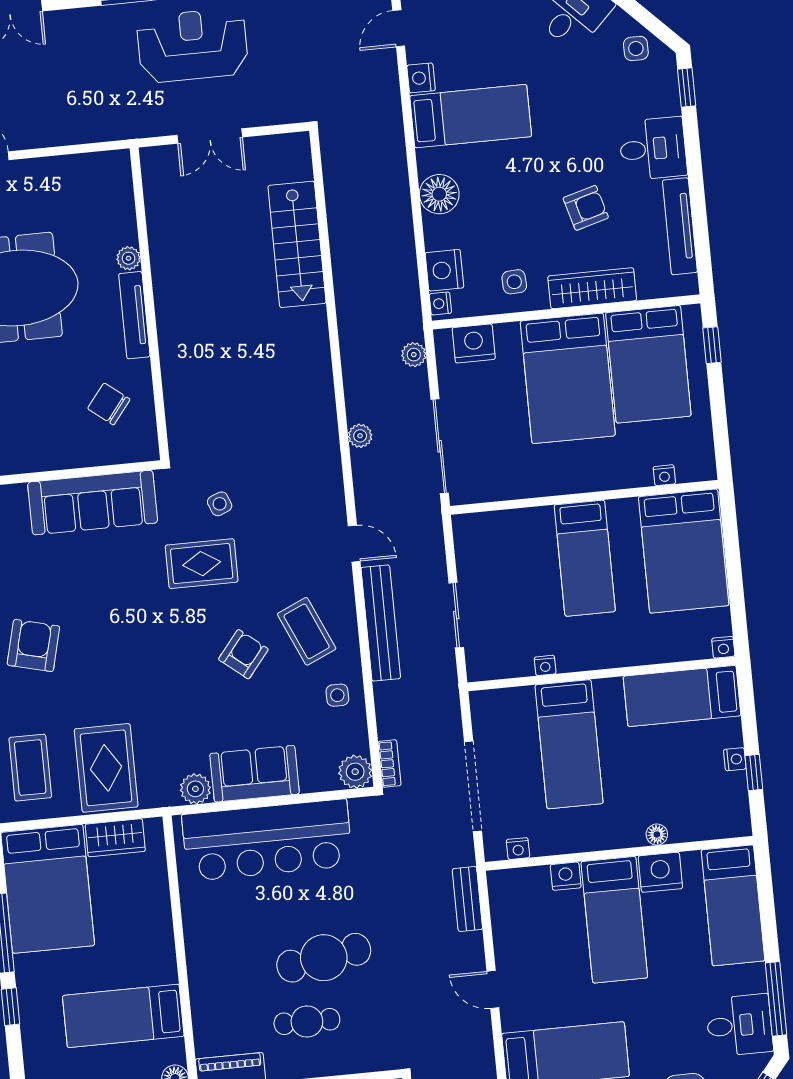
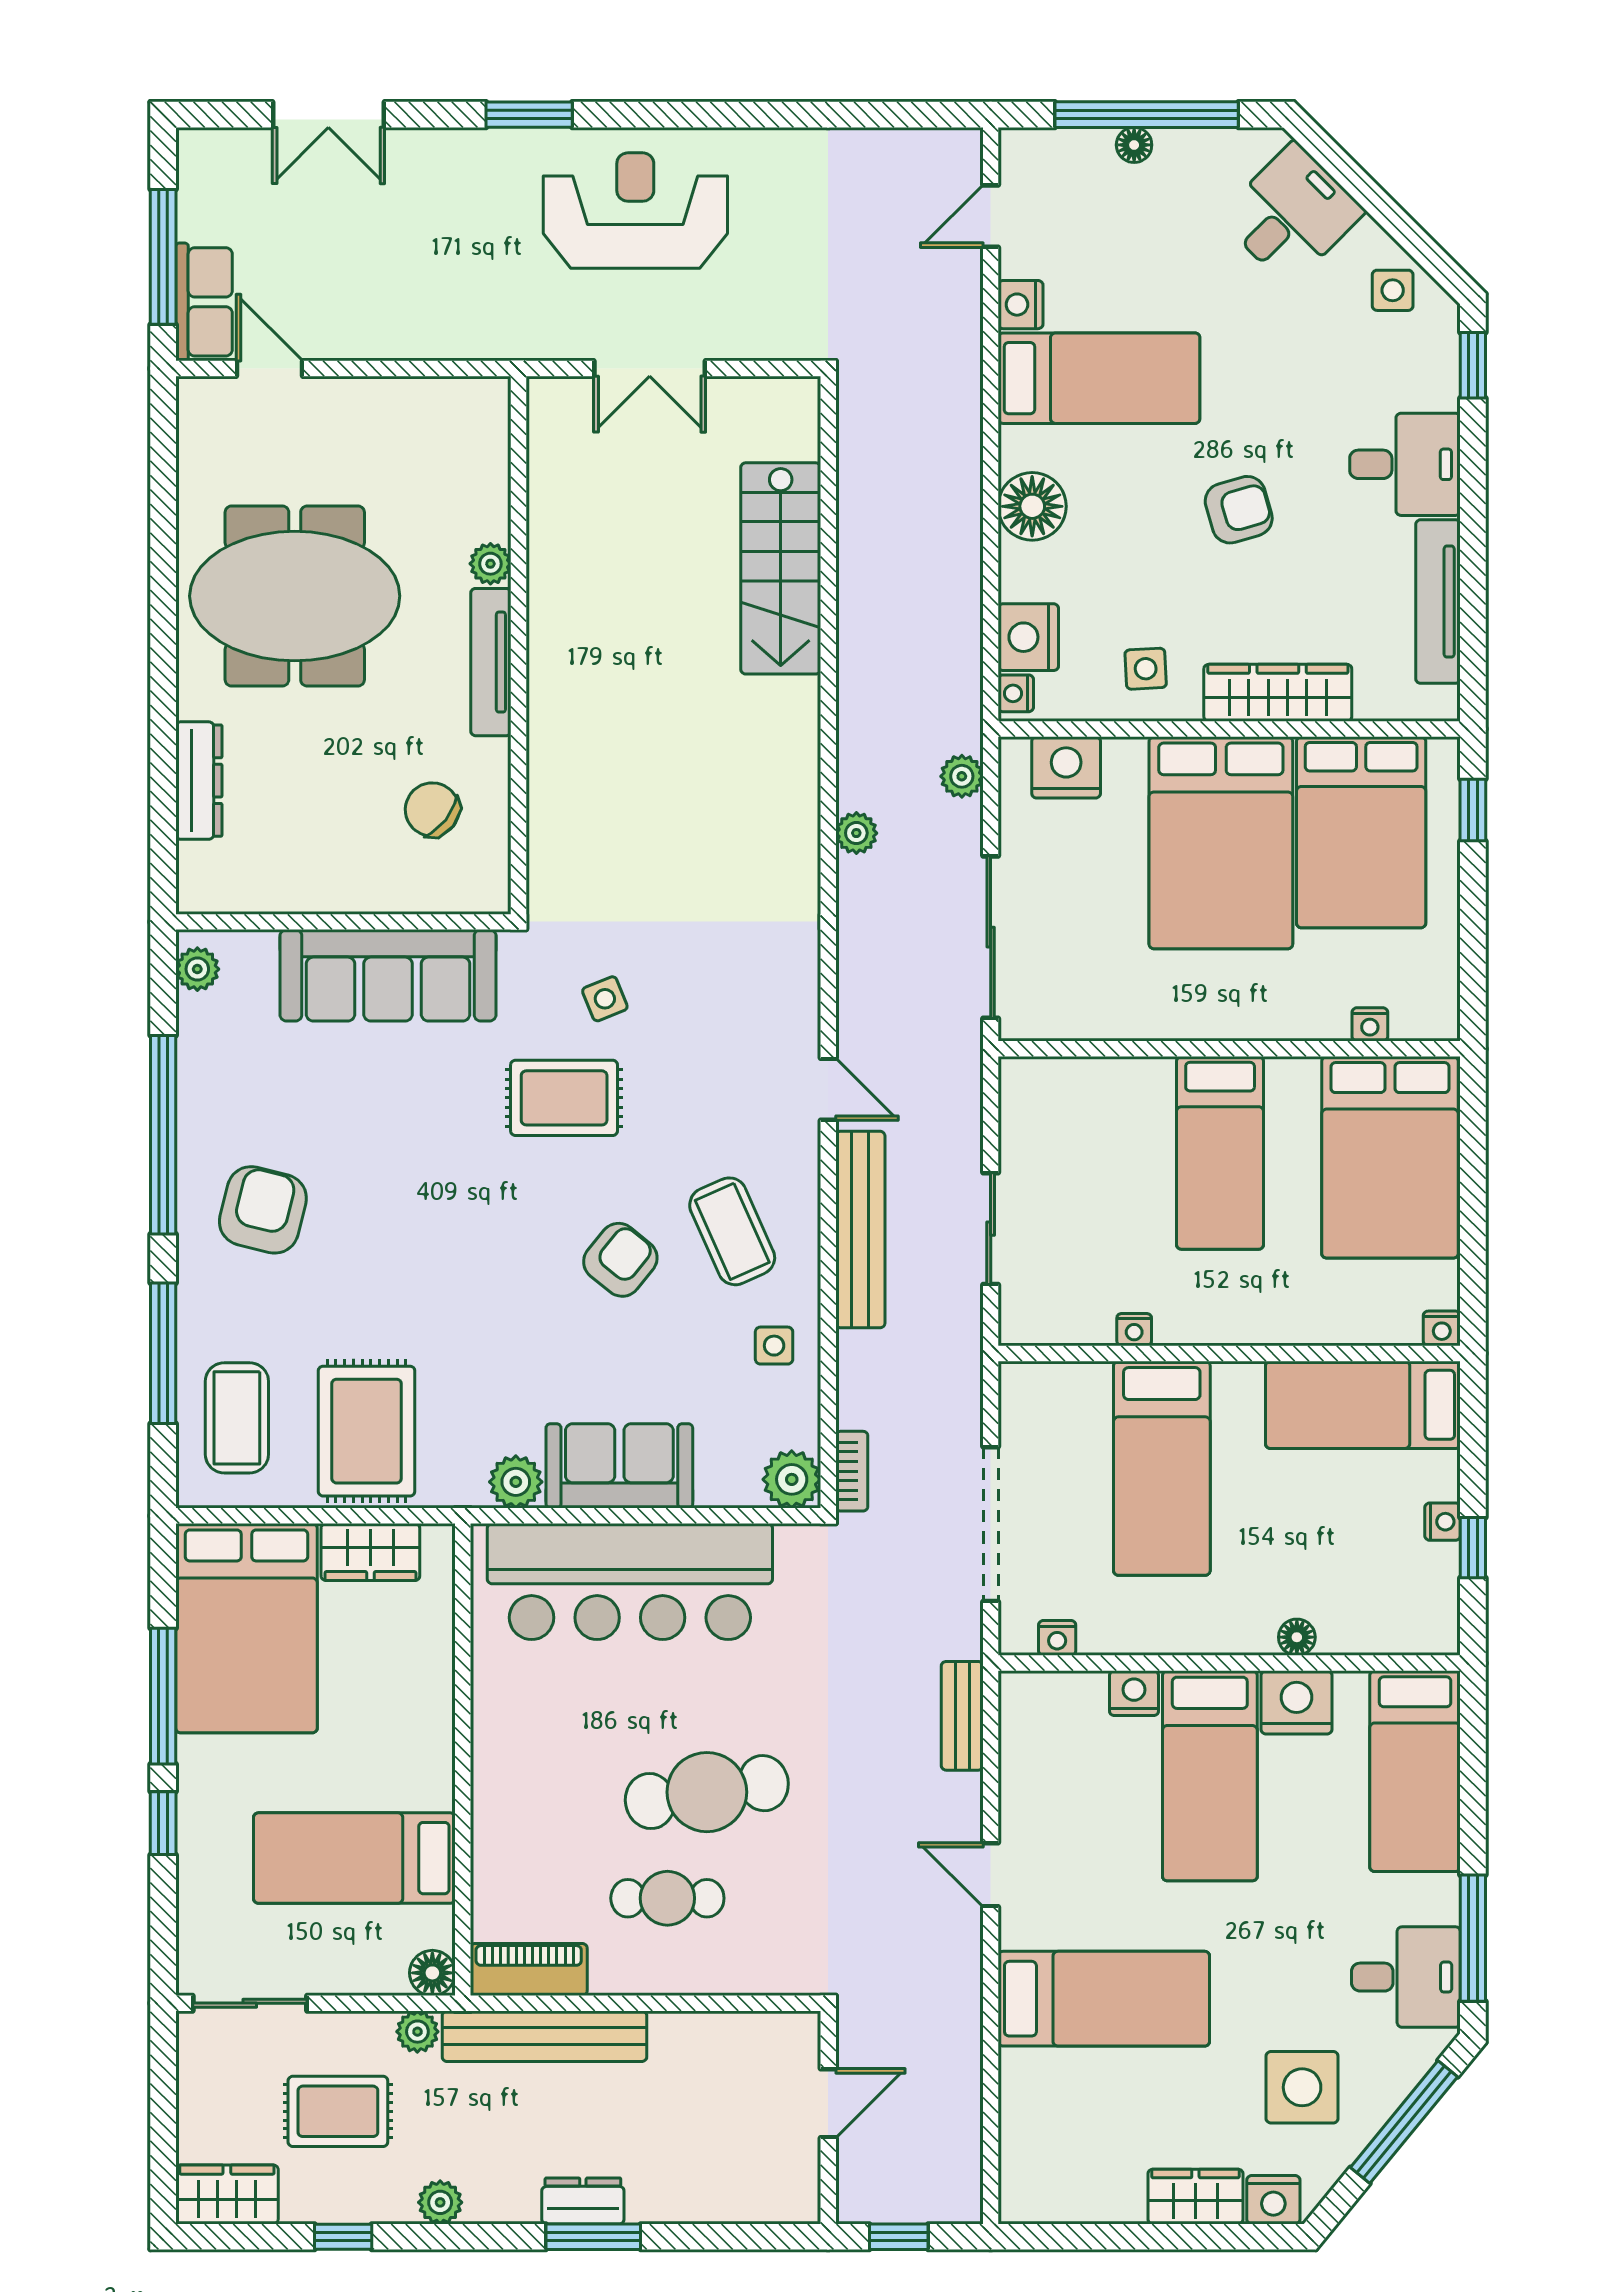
armchair: (586, 208) -> (1239, 510), moved
plant: (360, 436) -> (856, 833), moved

